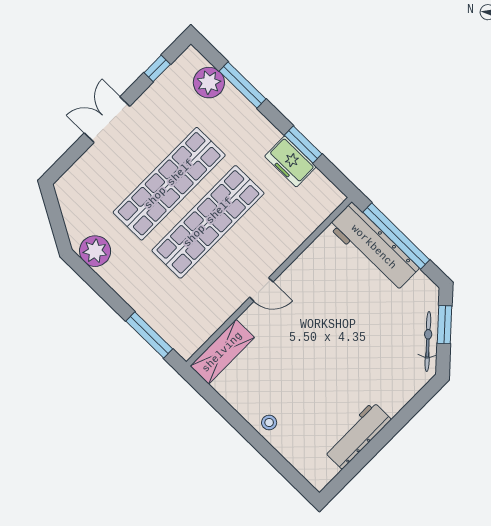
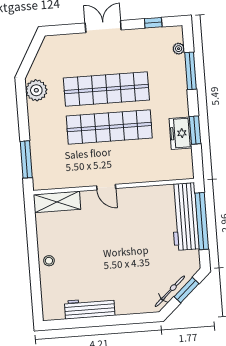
plant: (209, 83) -> (179, 49), width x0.53, depth x0.53

